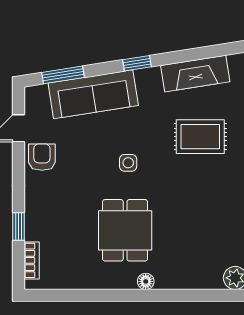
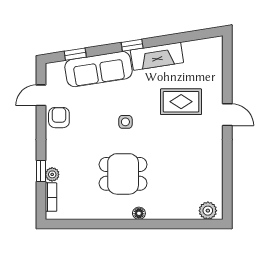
fireplace: (195, 74) -> (157, 56), moved
window: (63, 75) -> (75, 54), width x0.67
dining table: (125, 230) -> (123, 174), turned 90
plant: (33, 231) -> (52, 174), added

